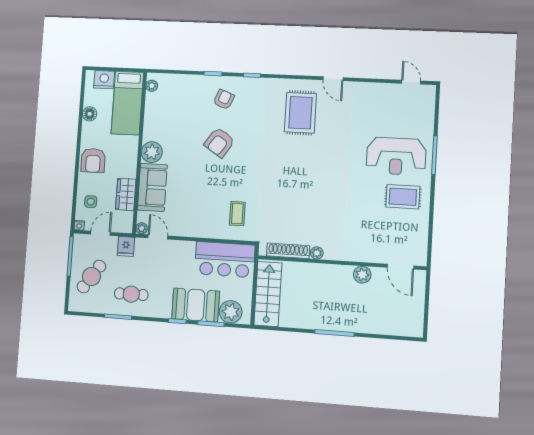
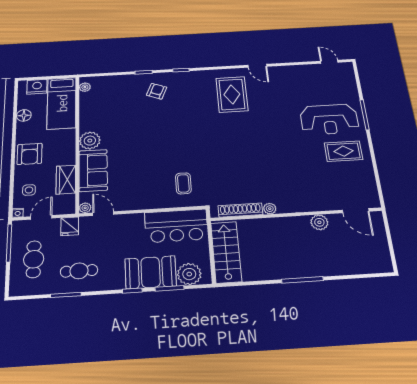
armchair: (219, 142) -> (157, 126), removed
cafe table: (91, 276) -> (34, 259), turned -35

